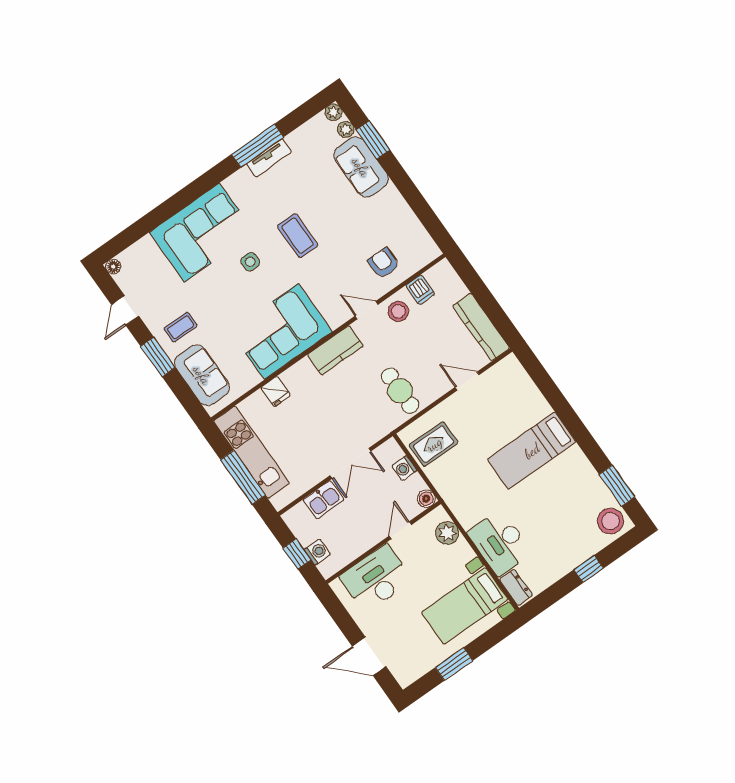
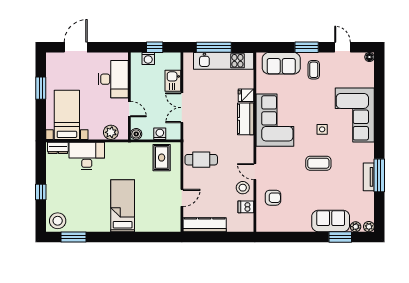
door: (366, 310) -> (255, 172), swing flipped
kitchen counter: (335, 350) -> (246, 119), moved

